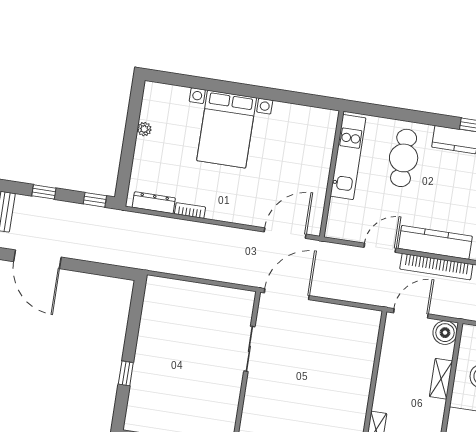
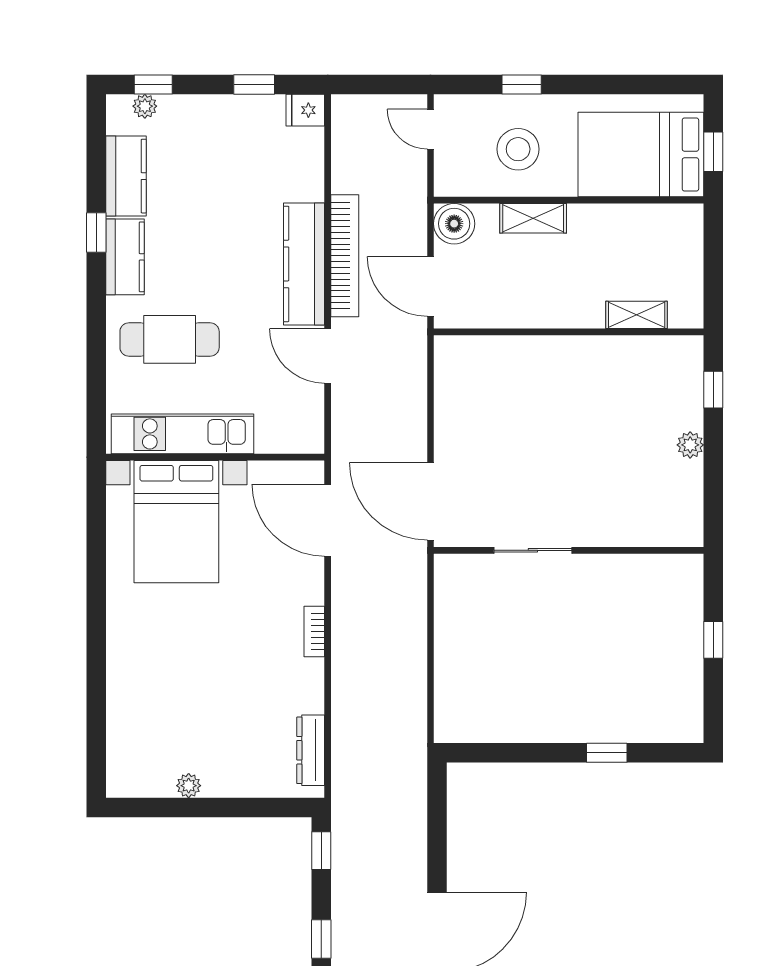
bed with nightstands: (227, 129) -> (176, 522), moved, turned 90
bookcase: (190, 210) -> (314, 631), moved

